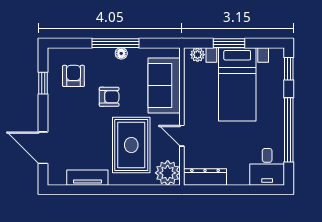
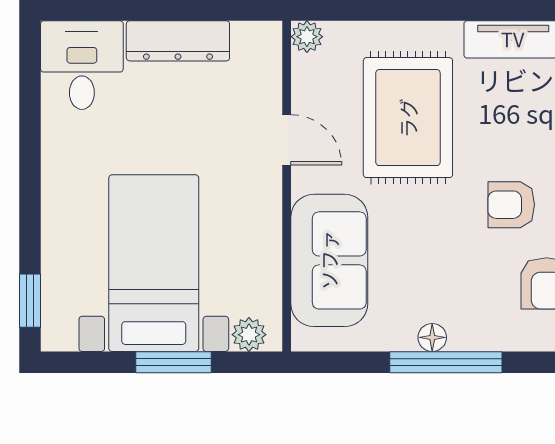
armchair: (109, 97) -> (511, 205), moved
window: (289, 130) -> (30, 154), removed
plant: (168, 173) -> (307, 37), width x0.53, depth x0.53
dresser: (205, 177) -> (178, 41), moved

